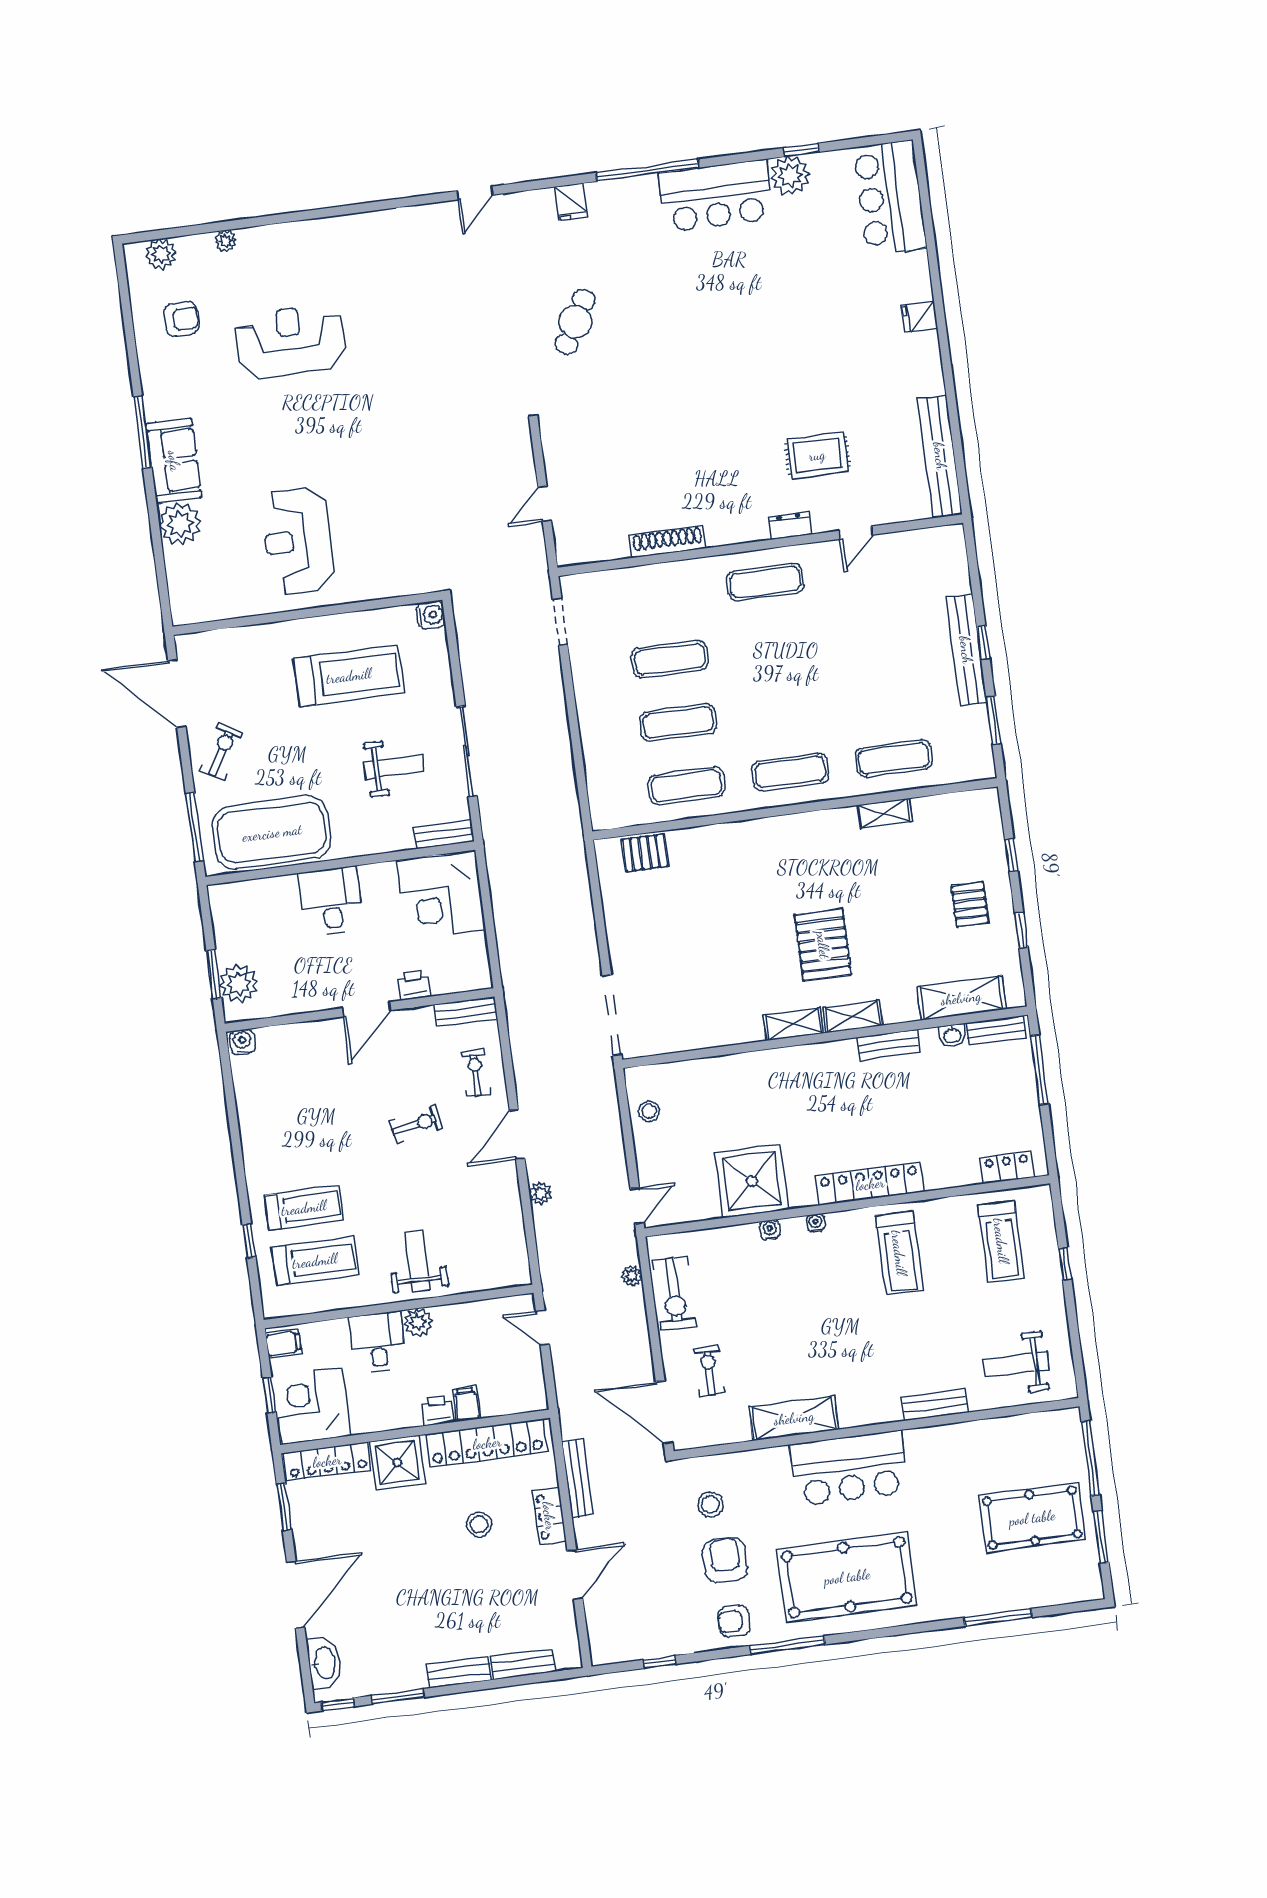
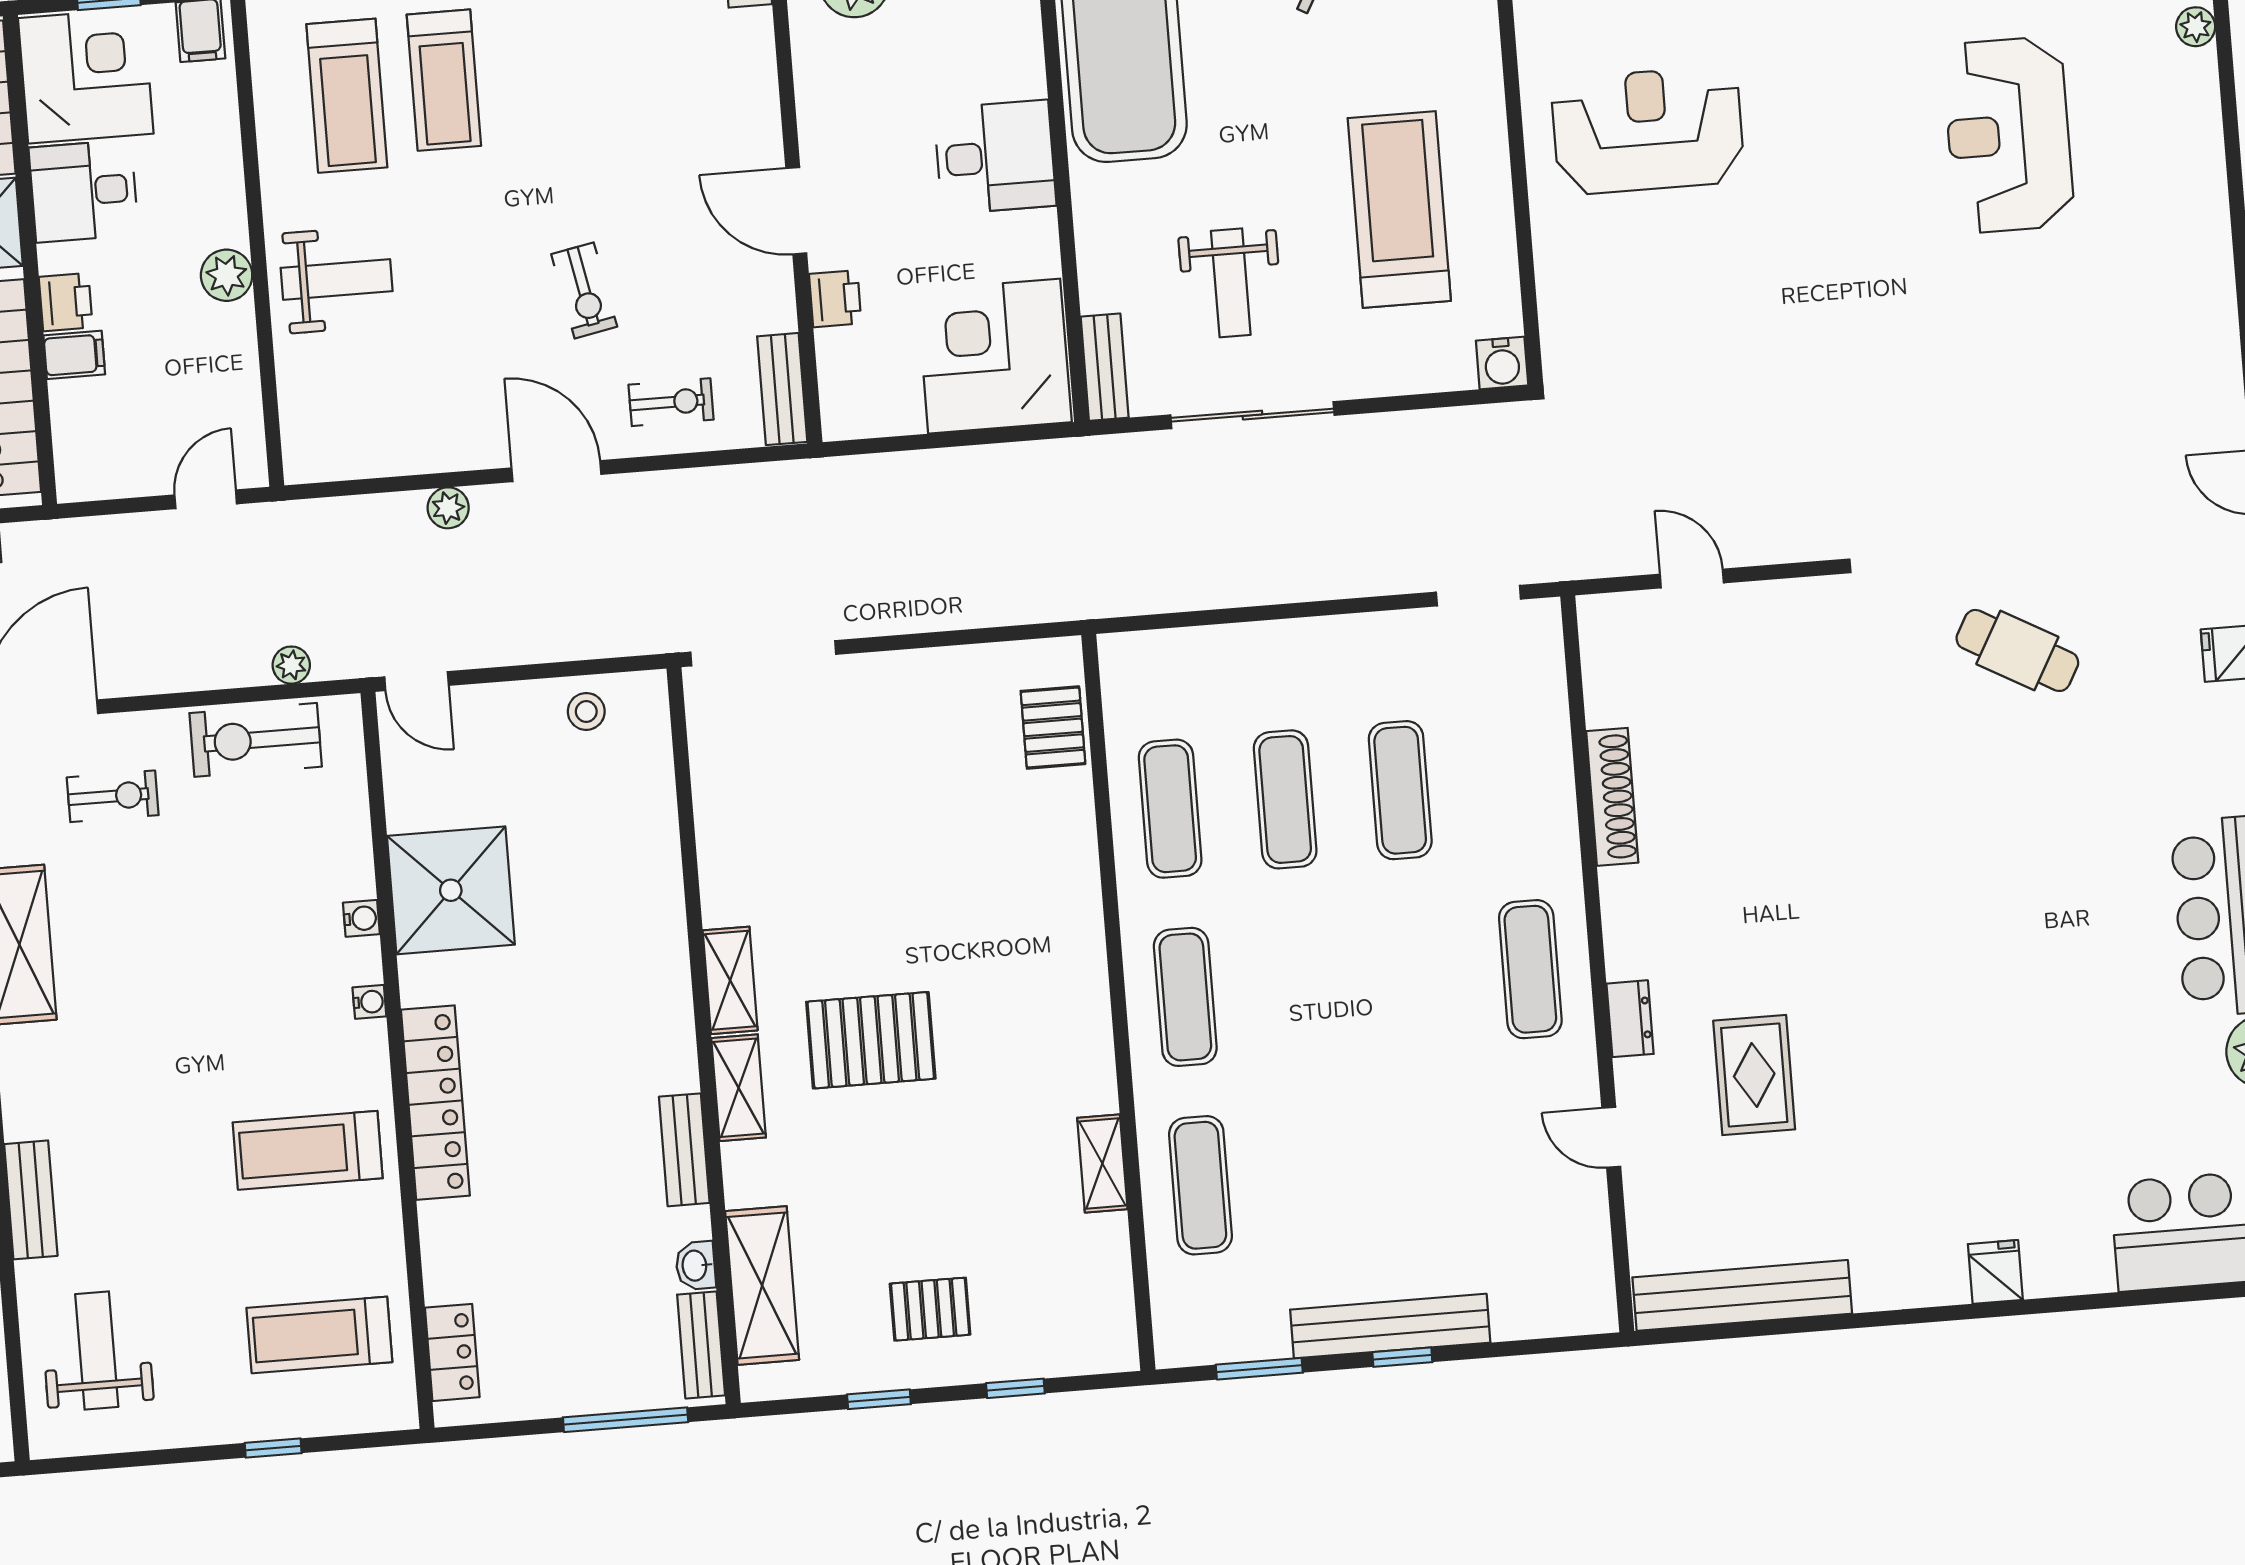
reception desk: (291, 341) -> (2008, 135), turned 180
treadmill: (349, 676) -> (1399, 209), turned 180
desk: (377, 1342) -> (84, 191), moved, turned 180

